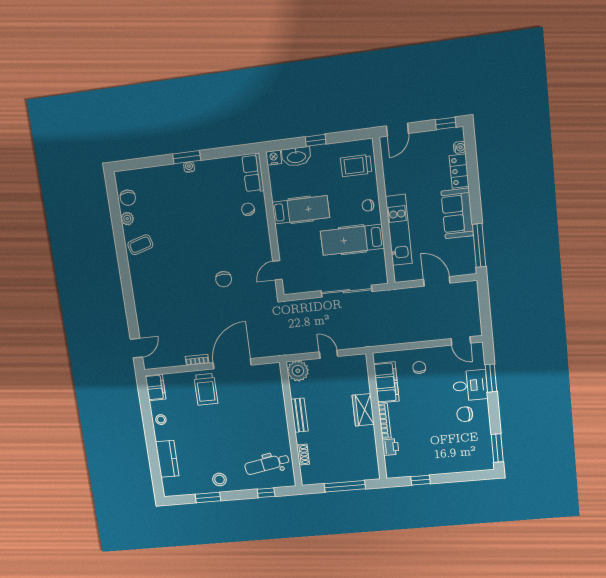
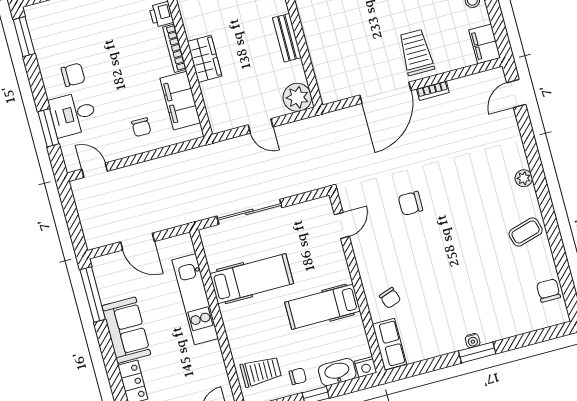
chair: (368, 205) -> (298, 376), moved
plant: (127, 219) -> (524, 178), moved
chair: (224, 279) -> (410, 203), turned -90

